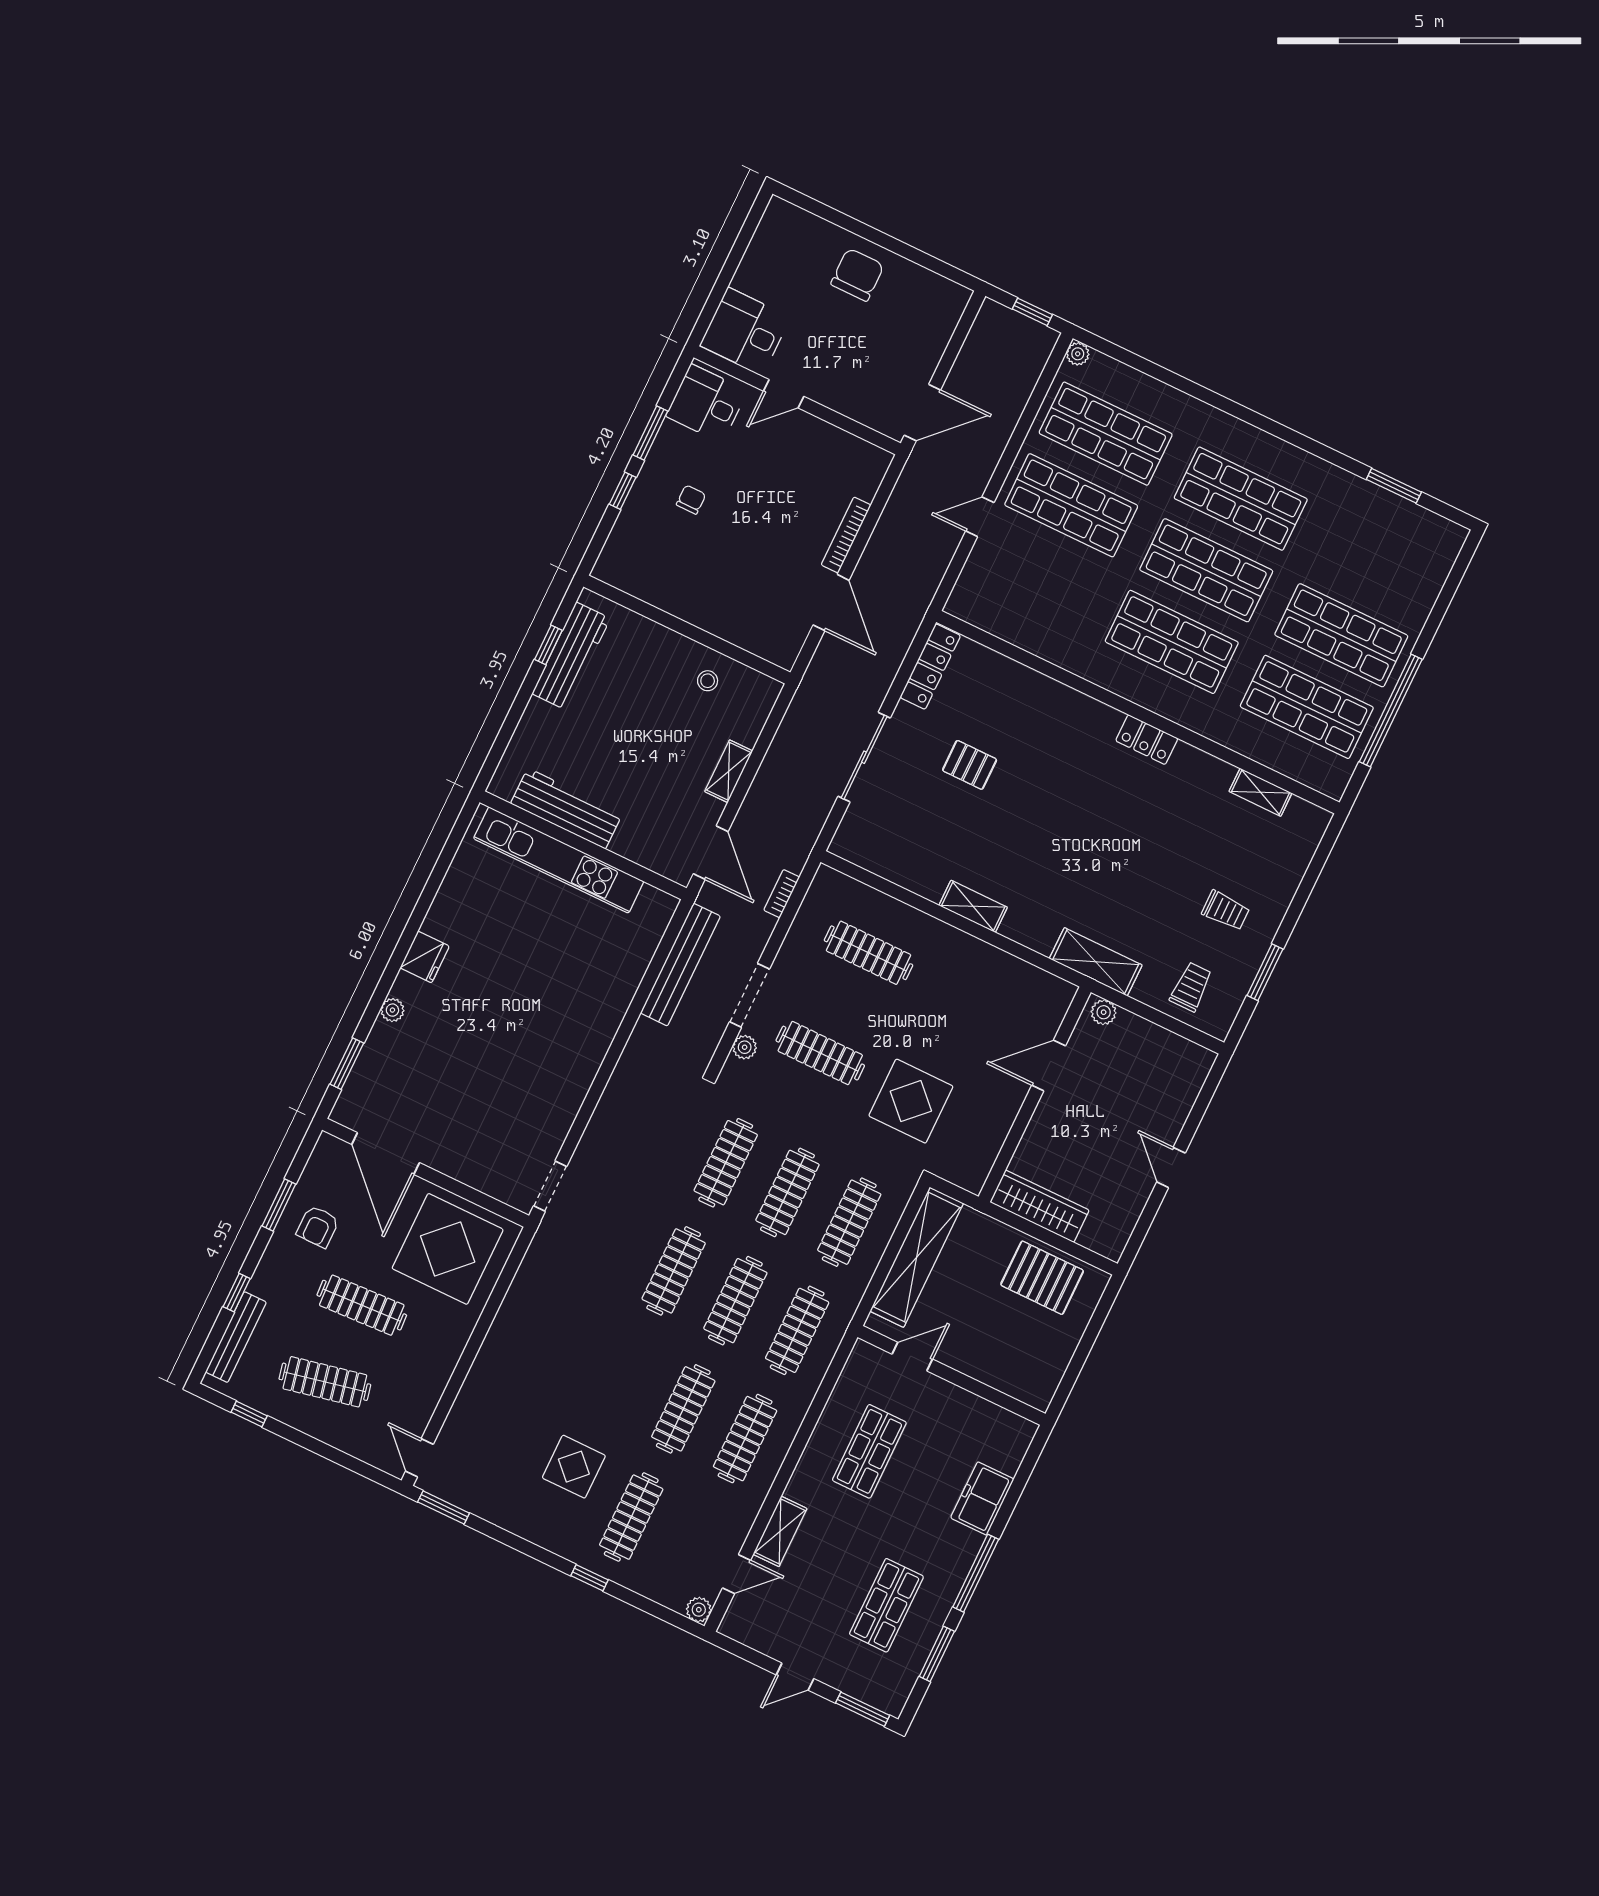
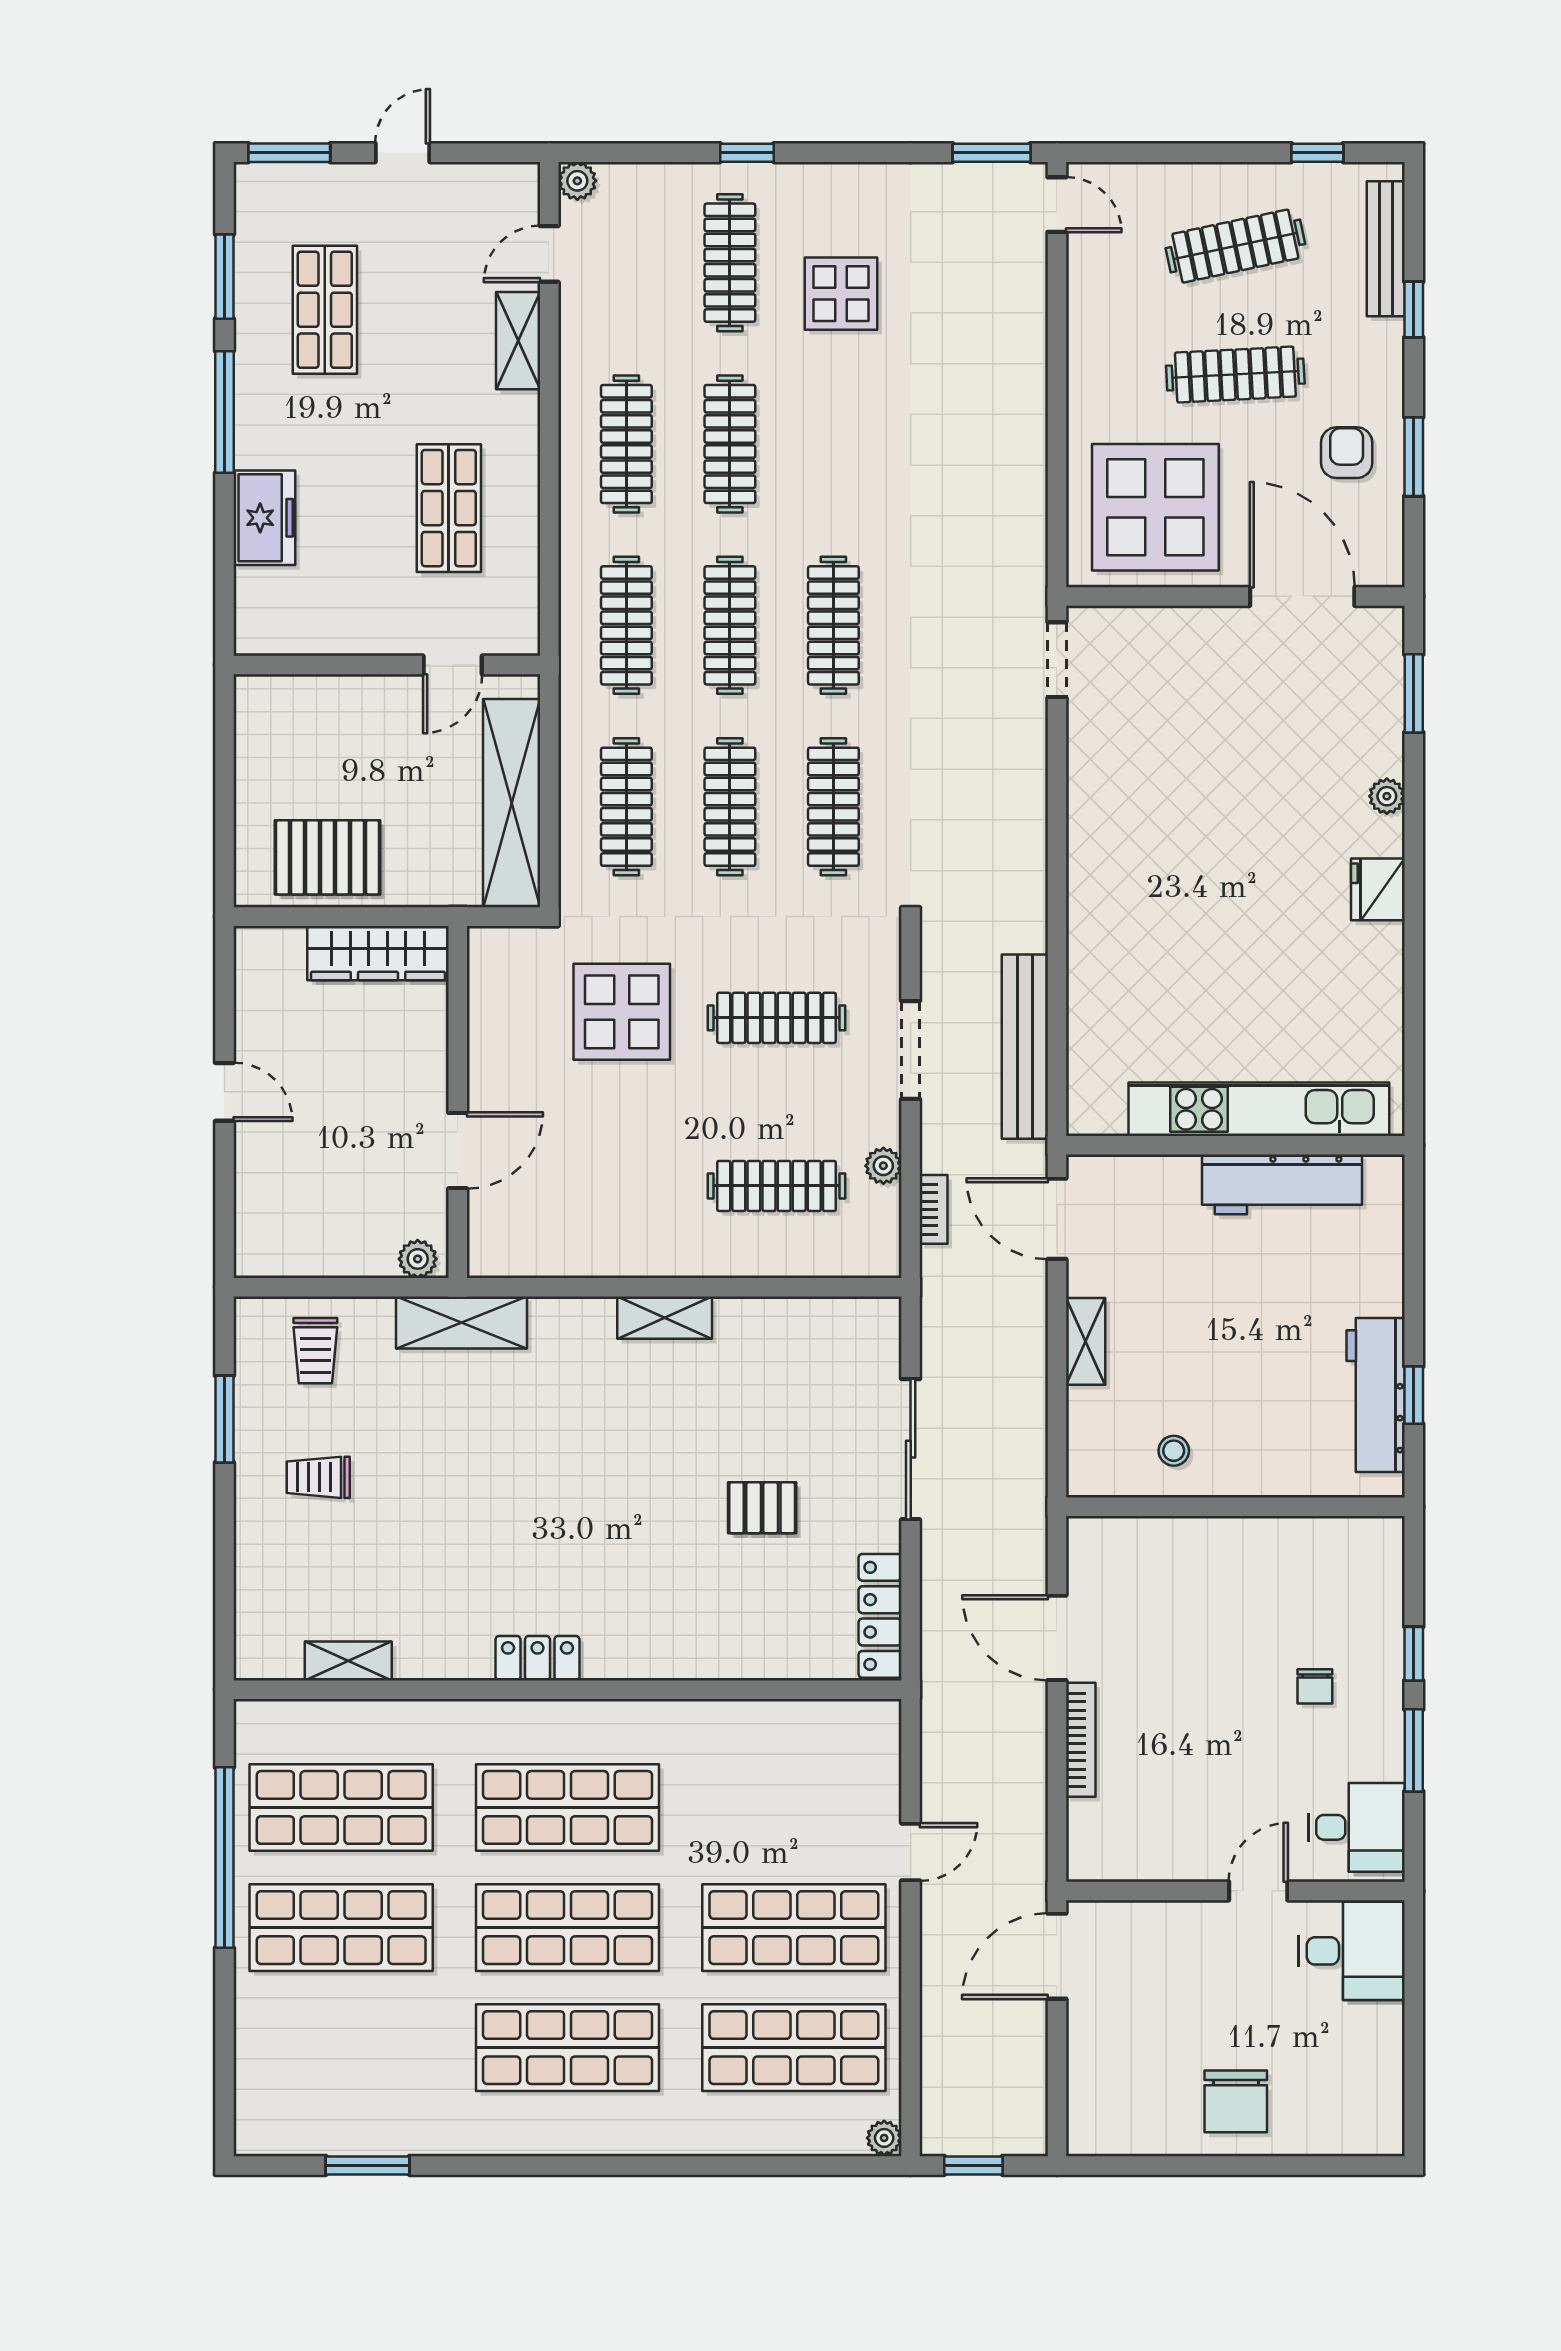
plant: (745, 1047) -> (883, 1166), moved

